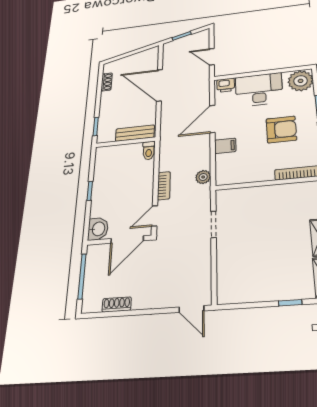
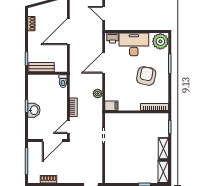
door: (159, 85) -> (68, 32), hinge flipped
armchair: (281, 129) -> (146, 76), turned -79
bench: (135, 133) -> (42, 67), moved
filing cabinet: (225, 146) -> (111, 106), moved
plant: (203, 177) -> (98, 94), moved
washbasin: (98, 229) -> (34, 110), moved

